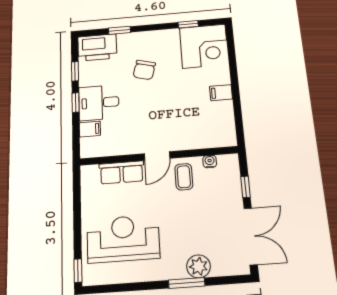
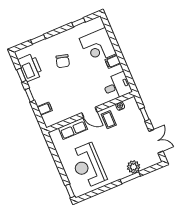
corner desk: (204, 46) -> (98, 46), moved, turned 90
printer: (97, 47) -> (30, 68), moved, turned -90
desk: (99, 103) -> (117, 86), moved, turned 180
door: (157, 156) -> (89, 112), hinge flipped
double door: (251, 236) -> (156, 141), width x0.73
reception desk: (123, 239) -> (88, 166), turned -90

